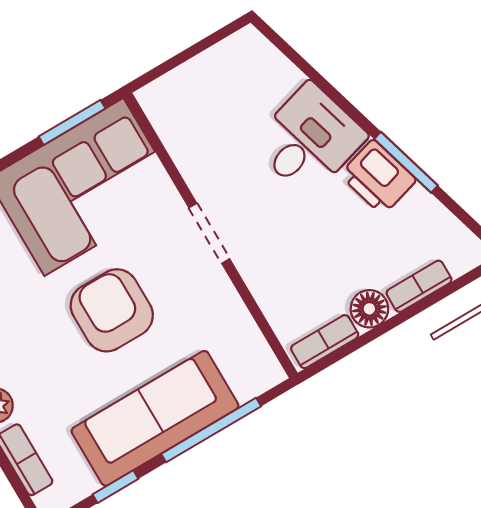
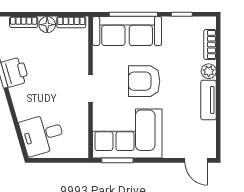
desk: (309, 140) -> (42, 135), moved
armchair: (112, 310) -> (144, 81), turned 90
sofa: (155, 418) -> (127, 31), moved

